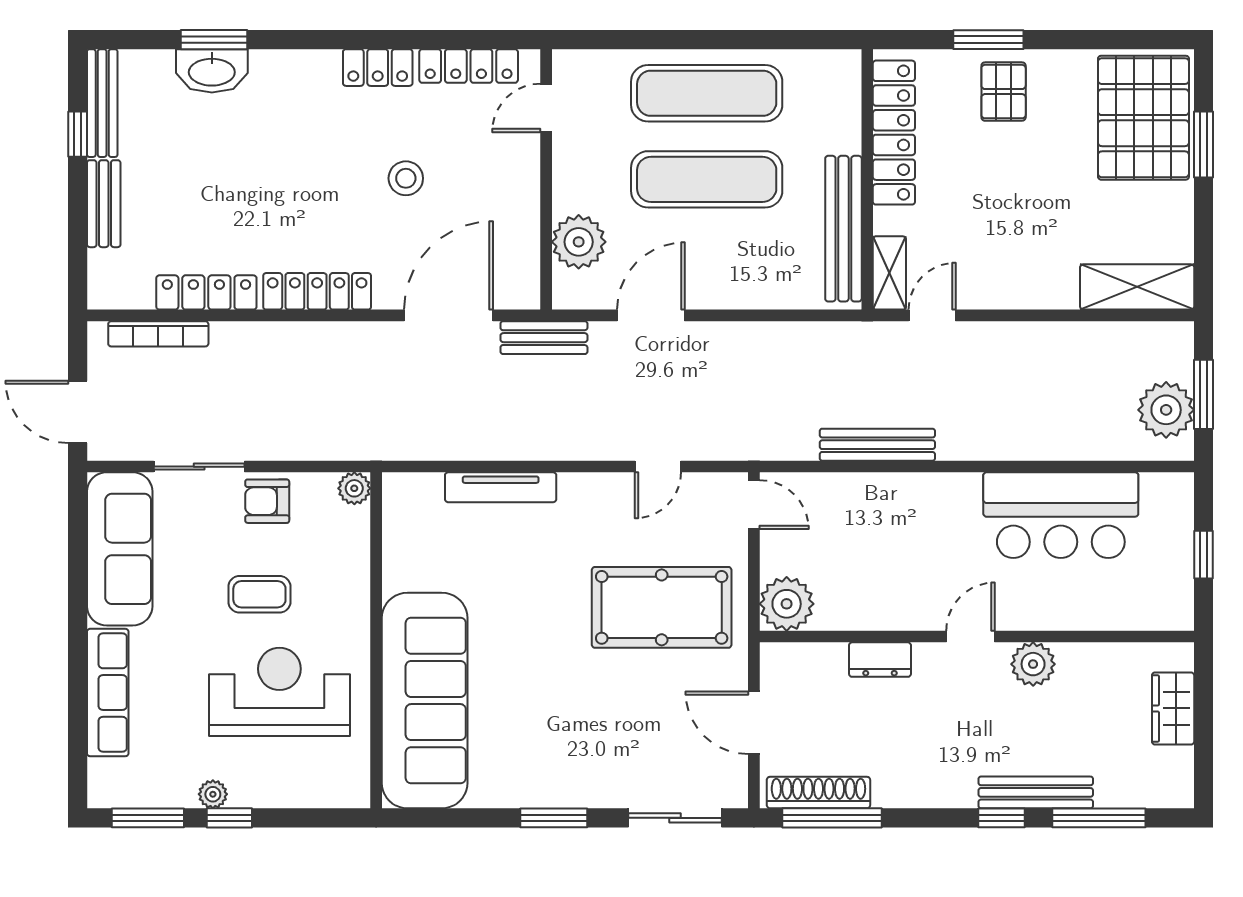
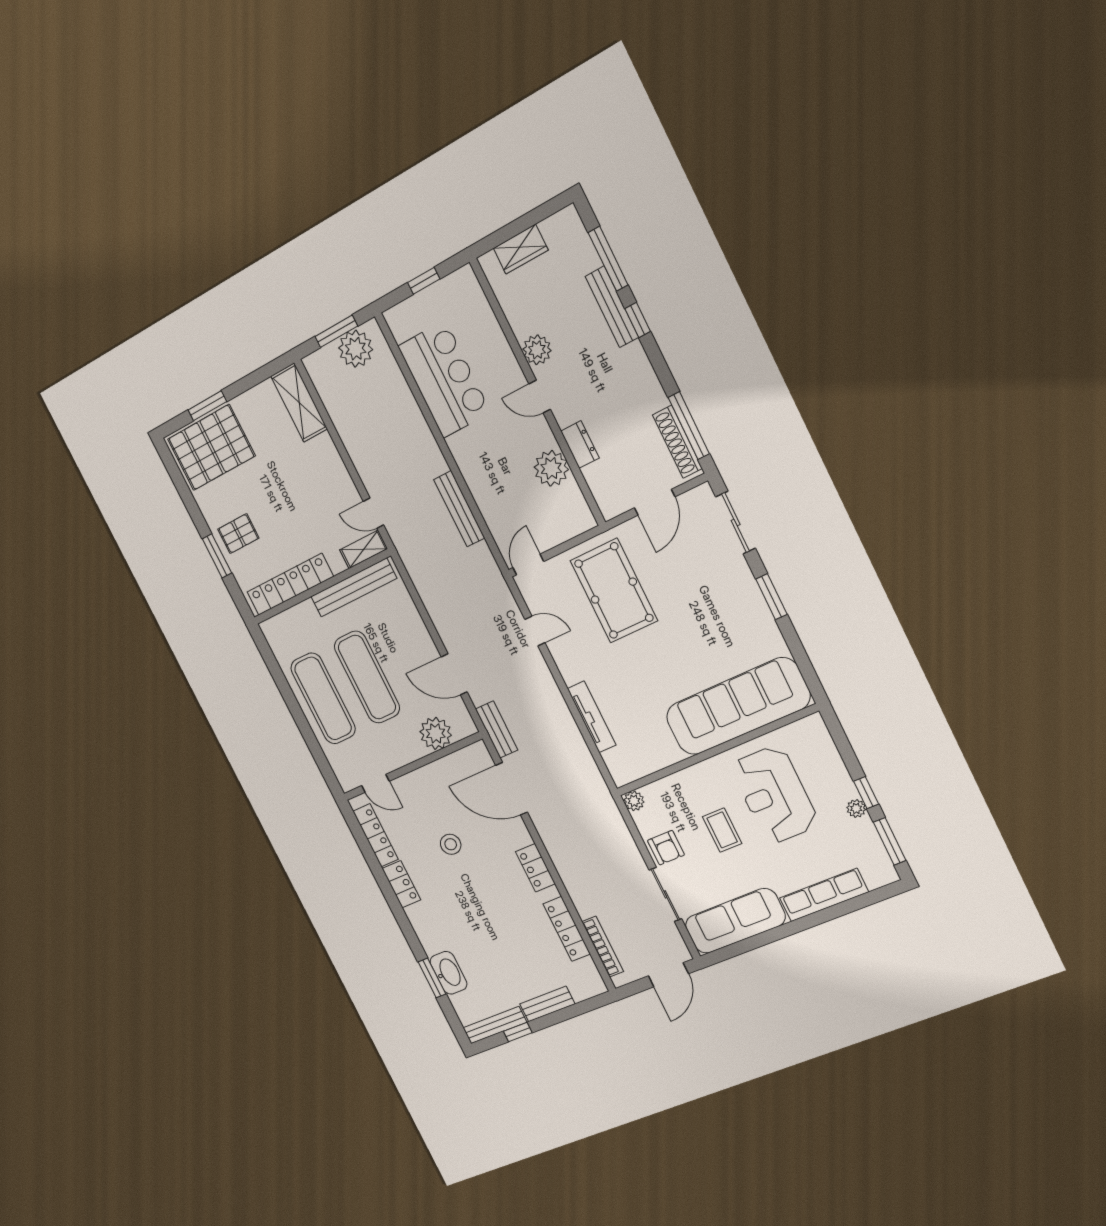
locker: (317, 291) -> (535, 868), width x0.66
plant: (787, 604) -> (551, 468), moved

